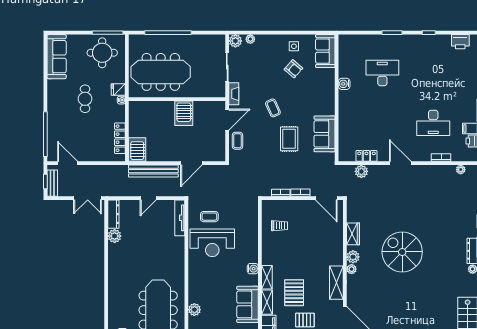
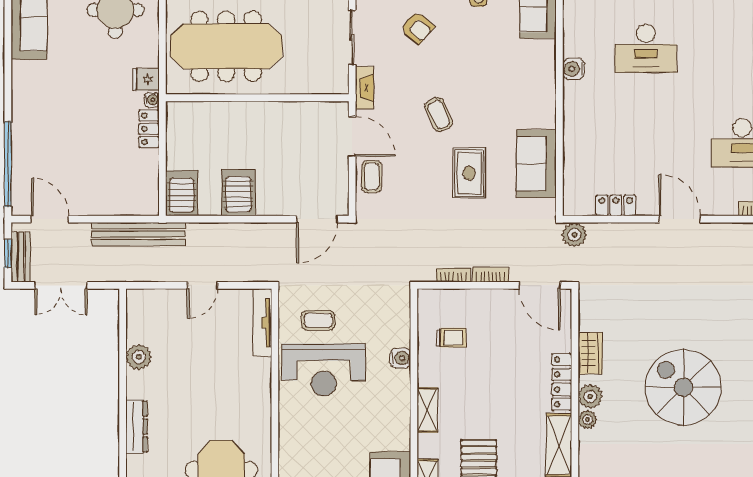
armchair: (293, 69) -> (417, 28), moved
desk: (382, 73) -> (646, 48), turned 180
cafe table: (85, 99) -> (83, 97), removed
server rack: (184, 113) -> (238, 192), moved, turned 180
door: (227, 120) -> (352, 137), hinge flipped
locker: (120, 138) -> (149, 129), moved, width x0.66
door: (191, 163) -> (317, 219), moved
bench: (153, 171) -> (138, 234), moved
plant: (361, 171) -> (574, 235), moved
double door: (88, 198) -> (61, 285), moved
dresser: (113, 214) -> (137, 427), moved
locker: (338, 249) -> (562, 382), added
water cooler: (253, 269) -> (400, 358), moved
shelving: (267, 277) -> (427, 410), moved

